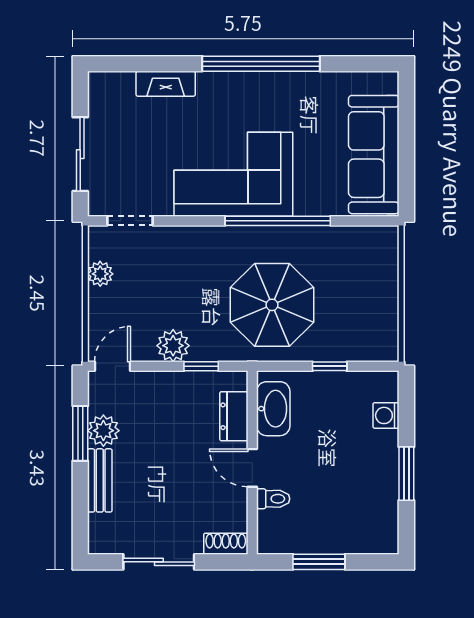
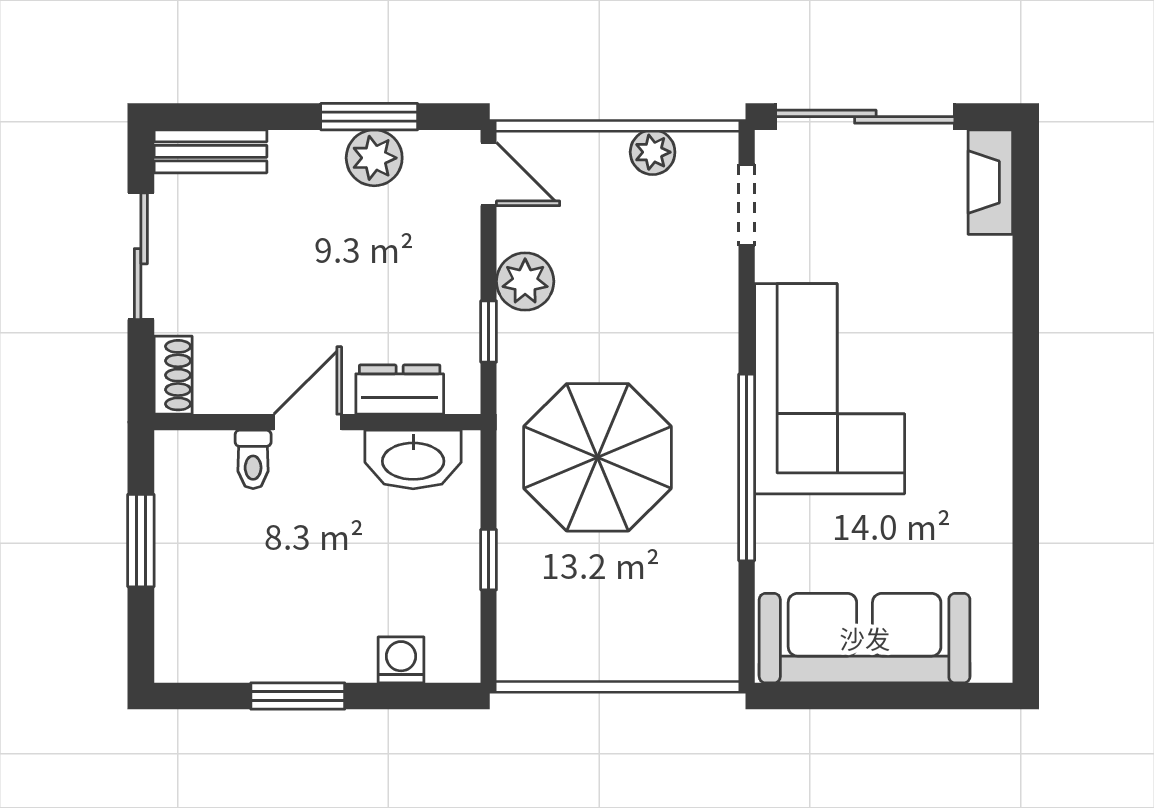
window: (261, 64) -> (1026, 438), removed
fireplace: (166, 84) -> (990, 182), moved
sliding door: (80, 154) -> (865, 117), width x1.37
bench: (100, 480) -> (210, 151), moved

